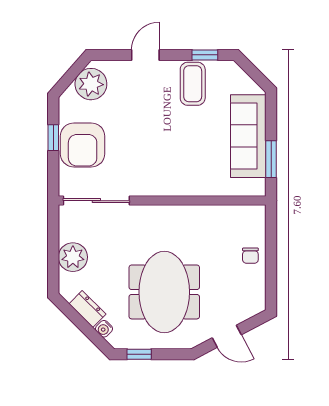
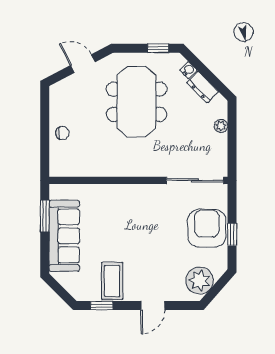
chair: (250, 256) -> (62, 133), turned 90
plant: (73, 257) -> (221, 126), width x0.53, depth x0.53

